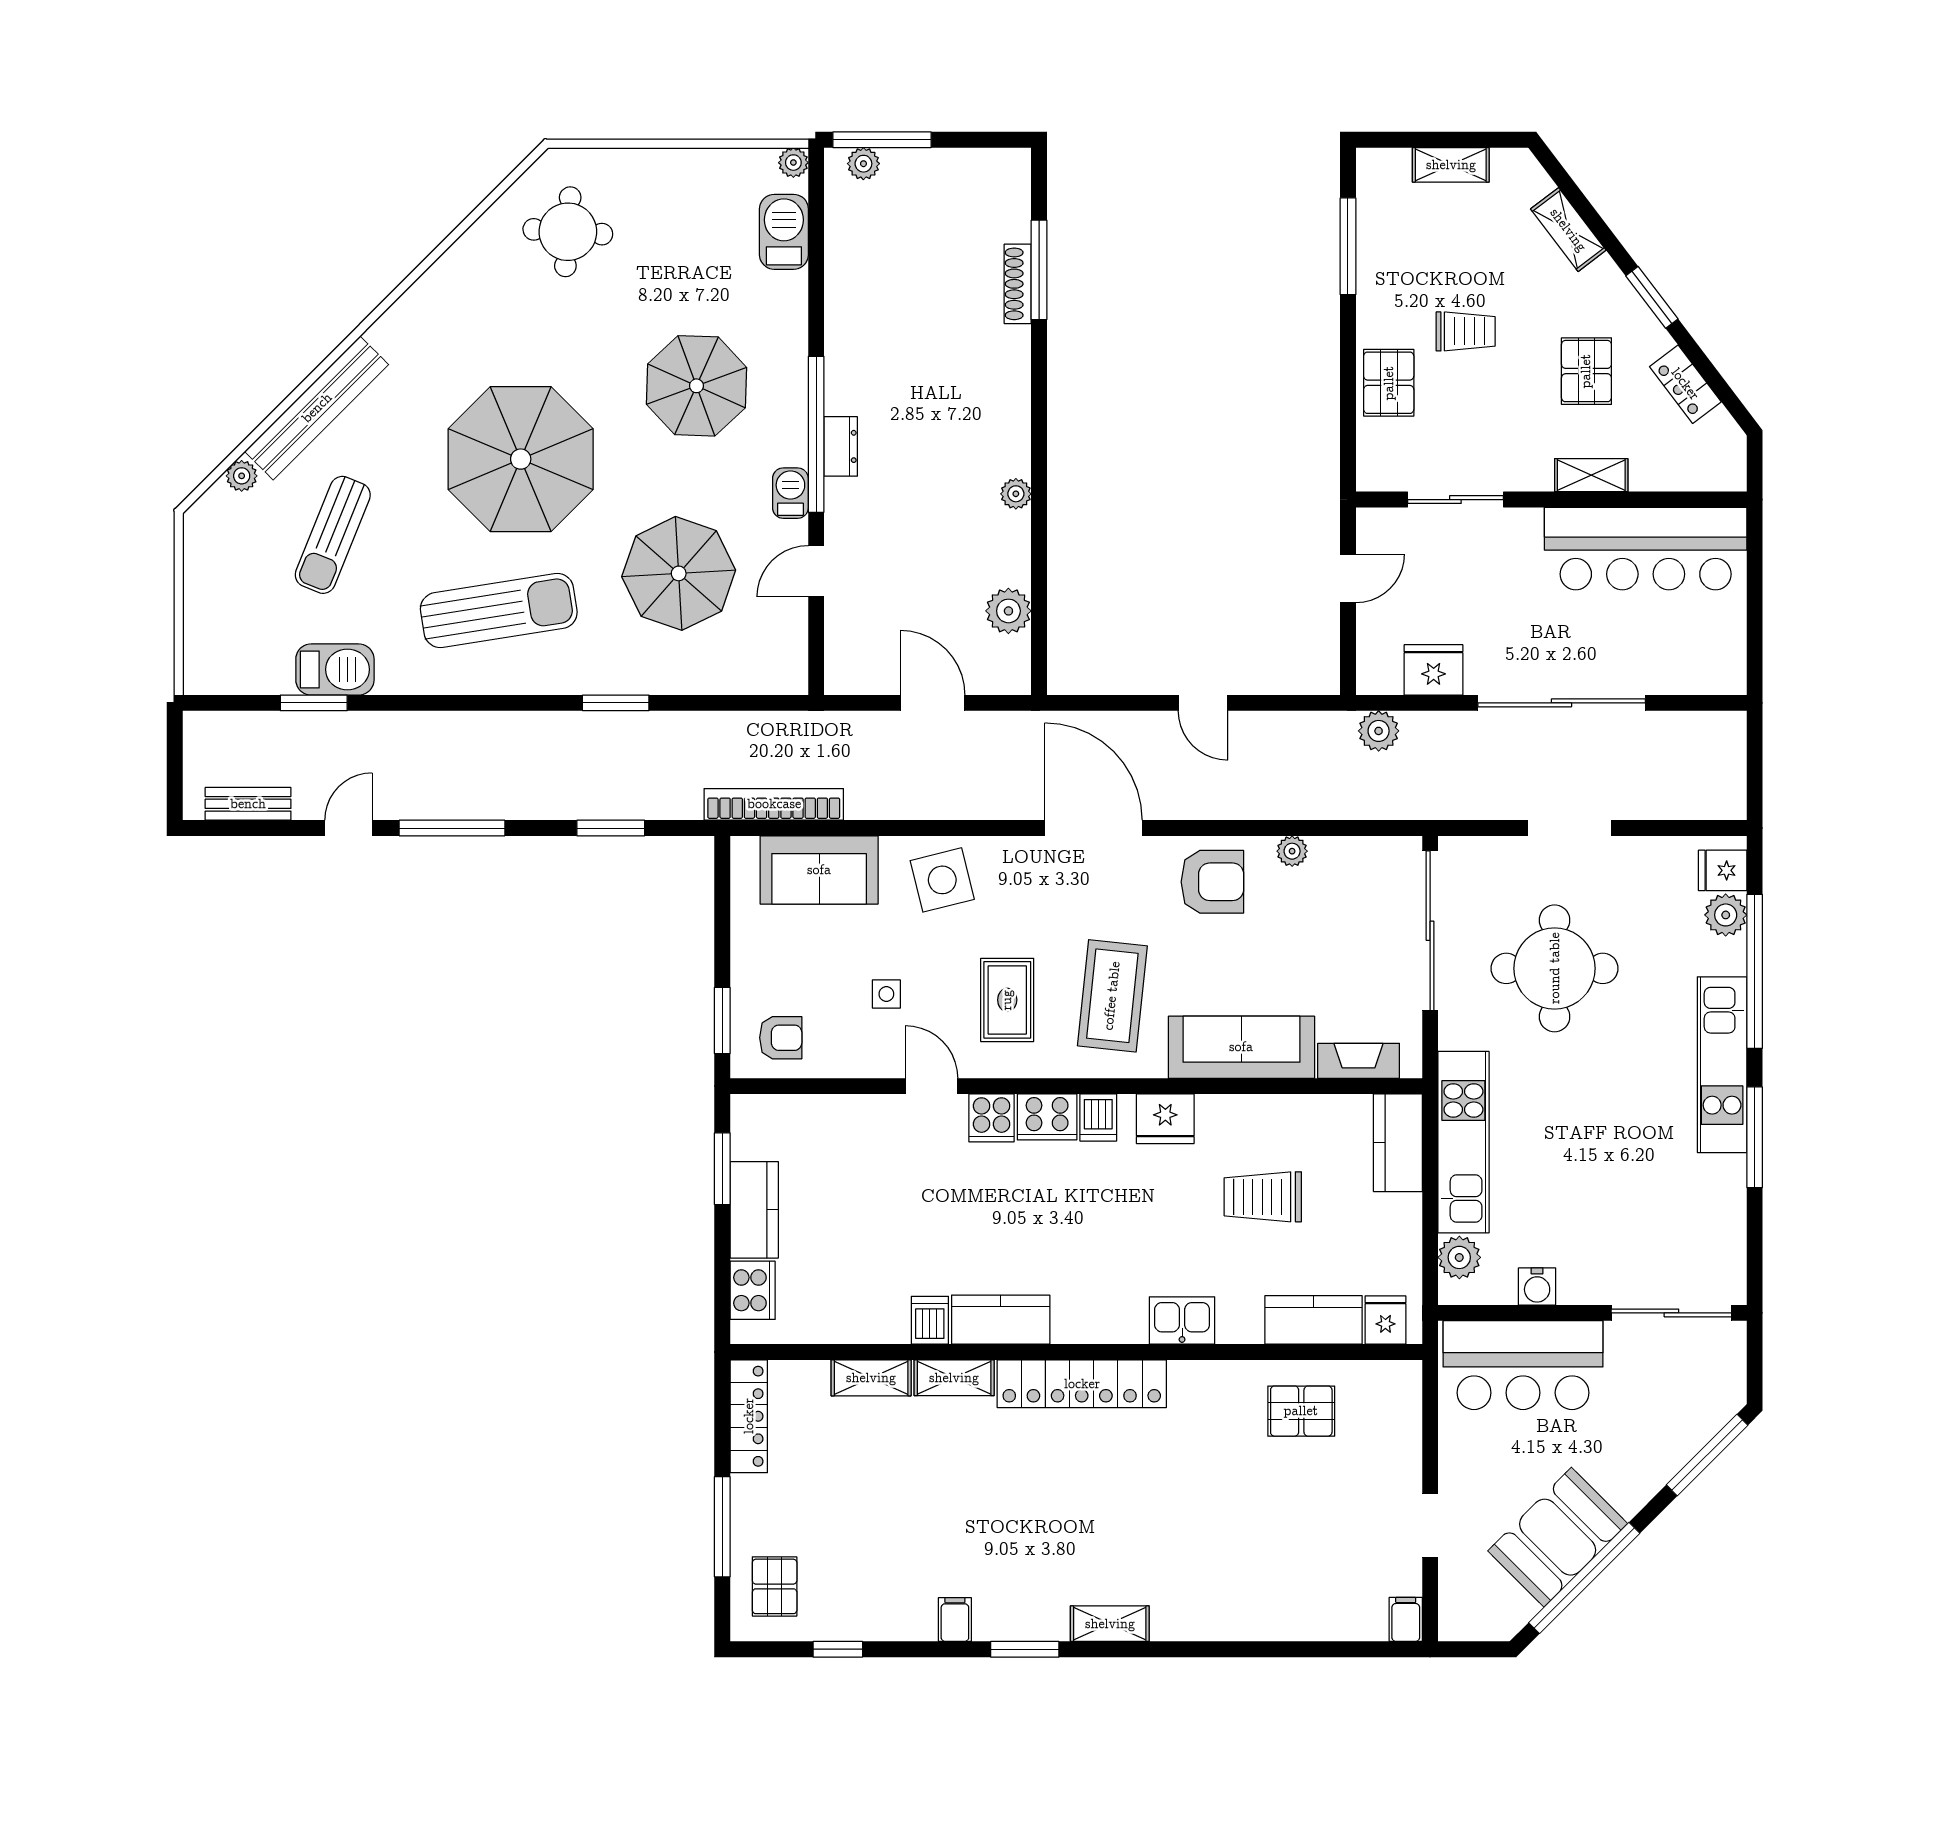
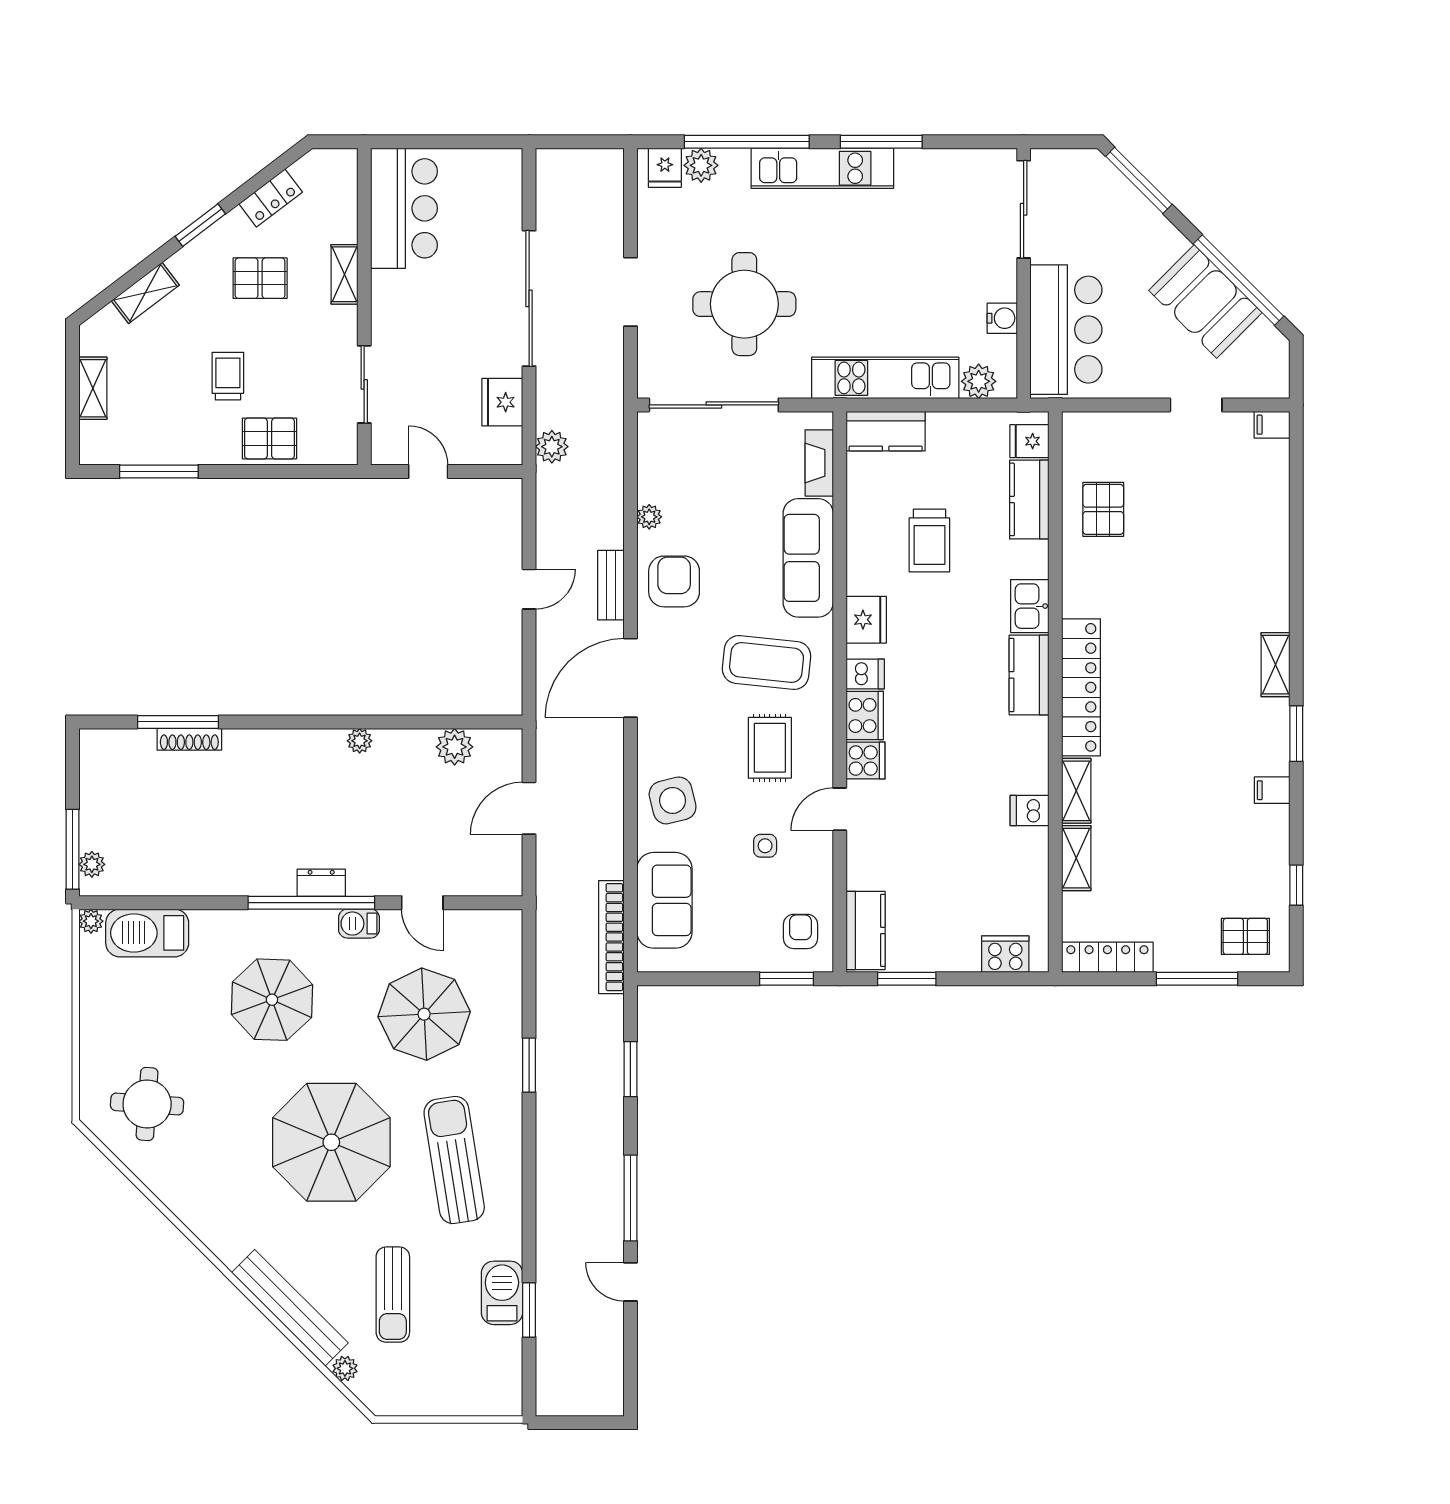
barbecue: (784, 232) -> (147, 933), width x1.37, depth x1.21
sun lounger: (333, 535) -> (393, 1295), turned 68
bar counter: (1646, 549) -> (404, 208), width x0.73
bench: (248, 804) -> (611, 585), moved
rug: (1007, 1000) -> (770, 748), turned 90
kitchen counter: (754, 1210) -> (866, 930), moved, turned 90
kitchen counter: (1001, 1320) -> (1029, 675), moved

